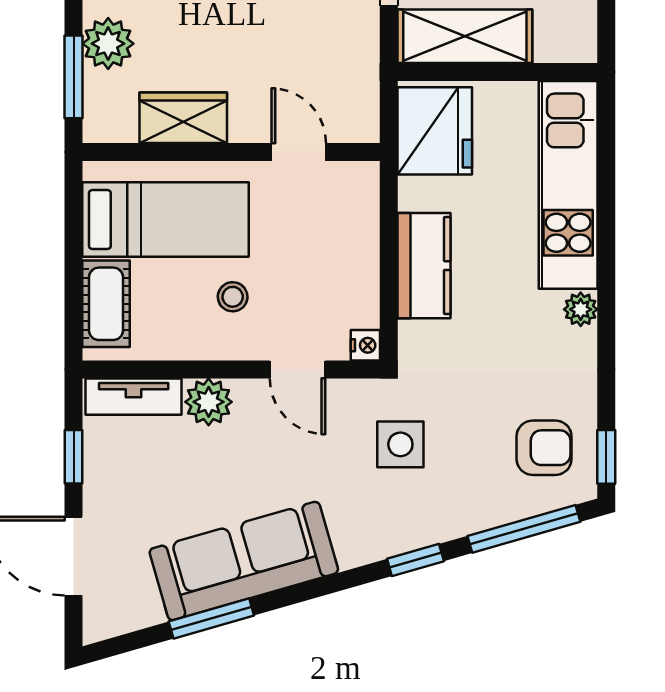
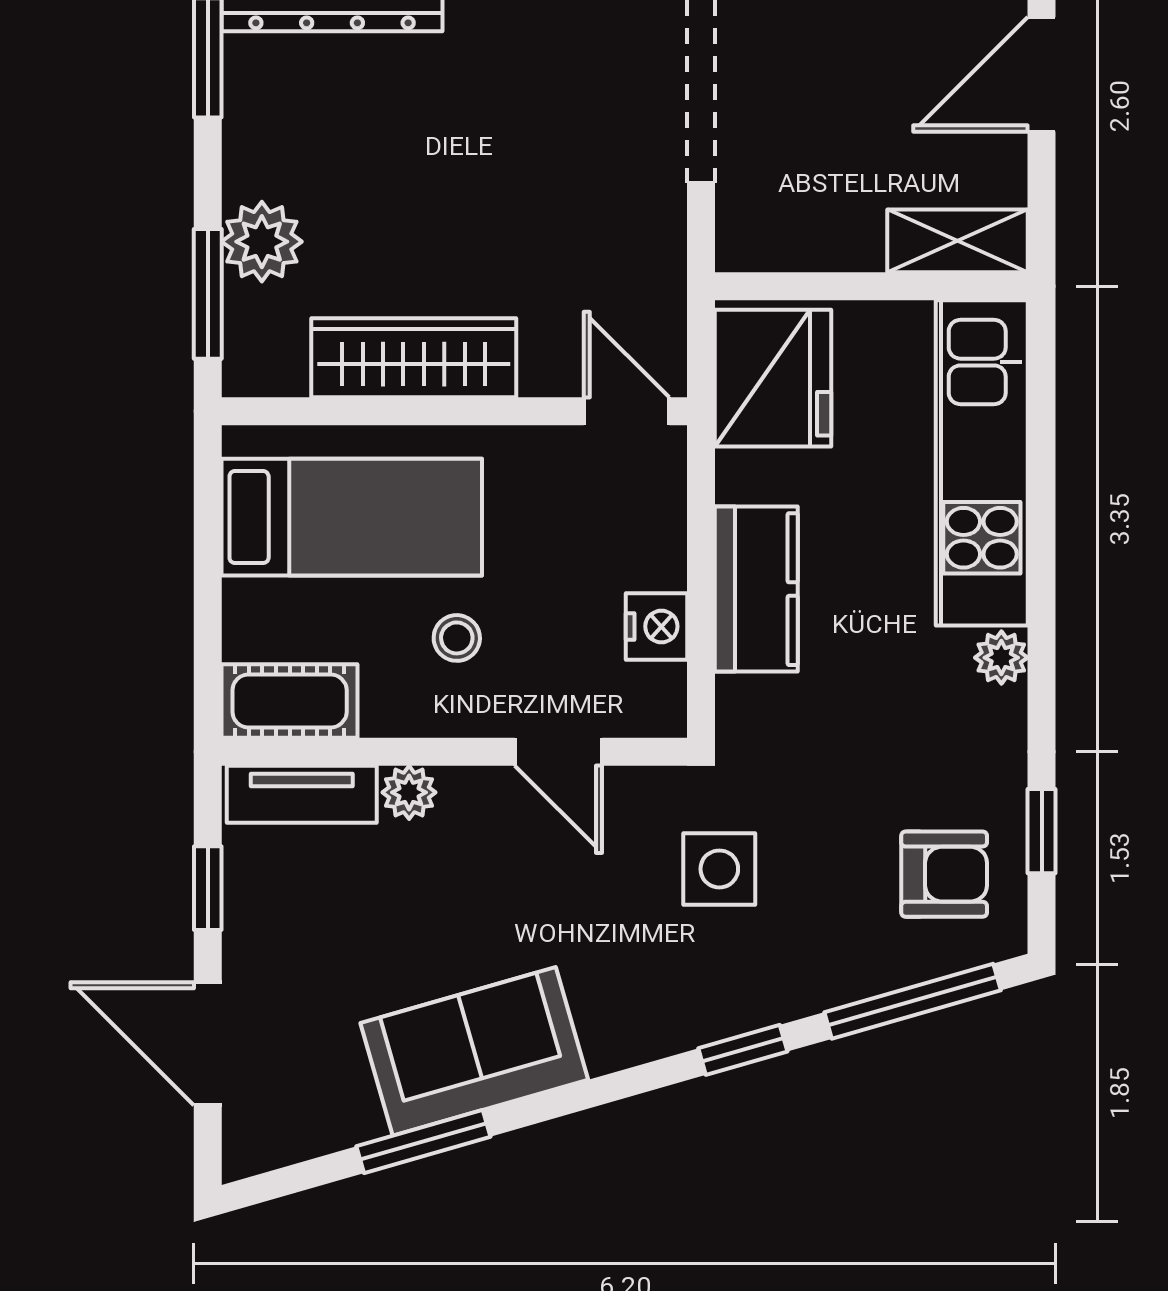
shelving: (465, 36) -> (958, 241), moved, width x0.67, depth x0.75
wardrobe: (183, 118) -> (414, 358), width x1.50
door: (299, 152) -> (627, 411), moved
cot: (106, 304) -> (290, 701), moved, turned 90
nightstand: (365, 345) -> (656, 626), moved, width x1.39, depth x1.35
plant: (209, 402) -> (409, 792), width x0.73, depth x0.73
window: (606, 457) -> (1042, 831), moved
sofa: (244, 561) -> (474, 1051), width x0.73

